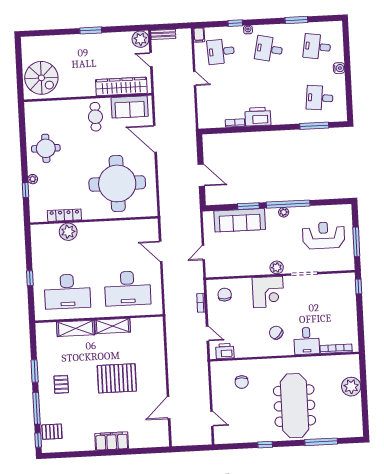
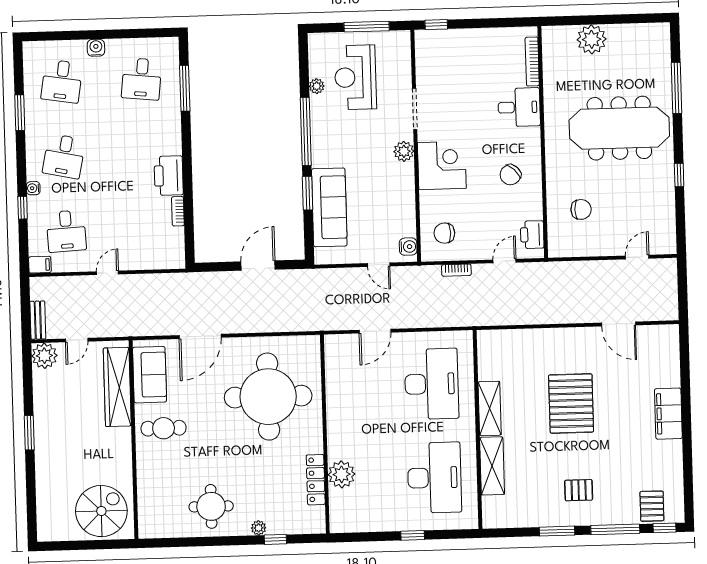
plant: (284, 212) -> (317, 86), moved
water cooler: (215, 271) -> (408, 247), added
chair: (276, 333) -> (510, 175), moved

